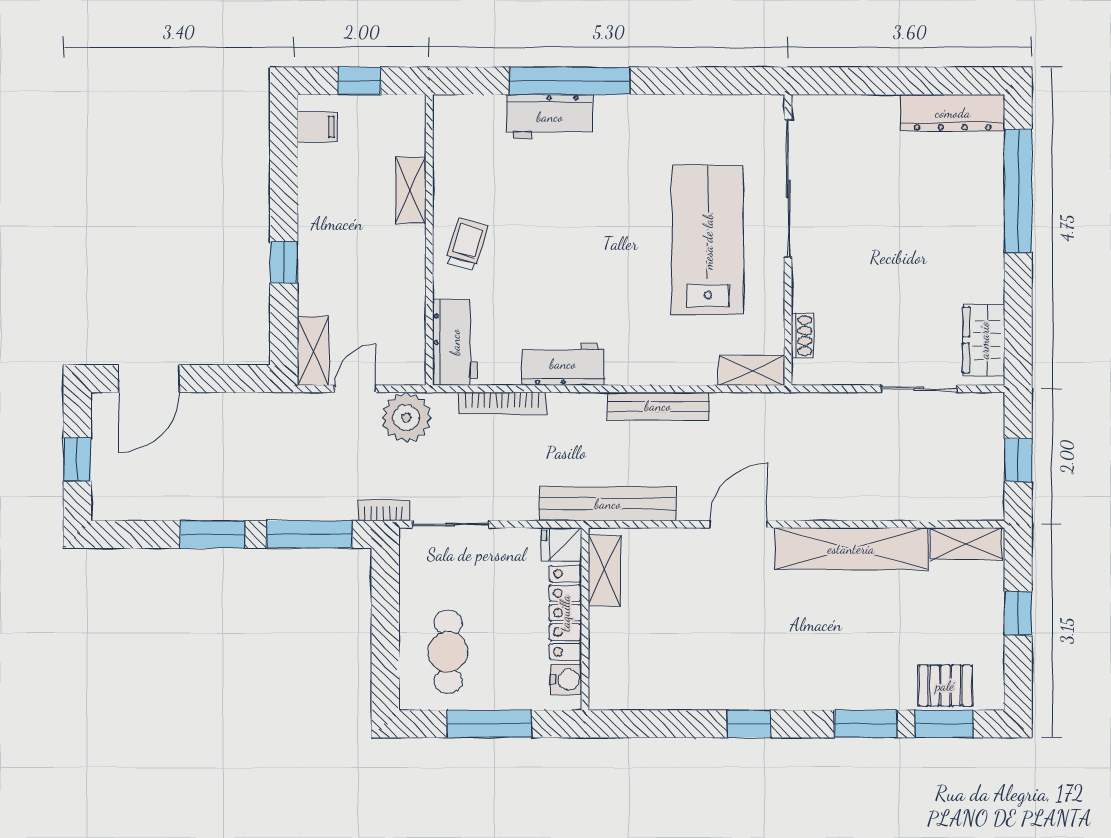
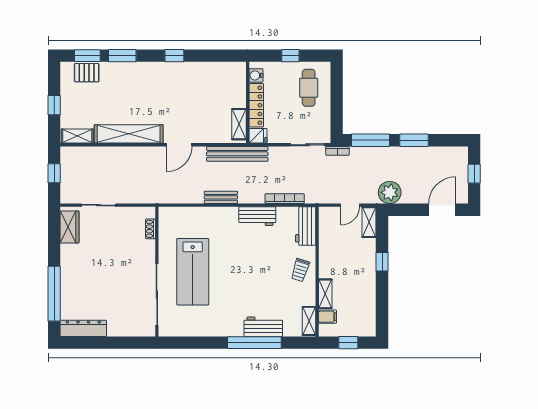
filing cabinet: (317, 127) -> (328, 317), moved, turned 180
shelving: (752, 371) -> (309, 321), moved, turned 90
bench: (658, 406) -> (221, 197), width x0.73
plant: (406, 417) -> (390, 192), moved
window: (489, 724) -> (290, 56), width x0.46

